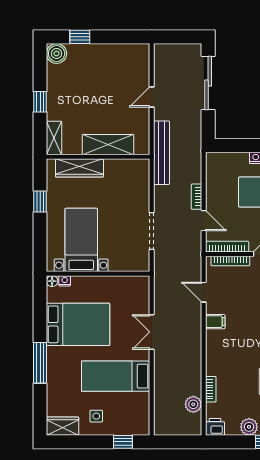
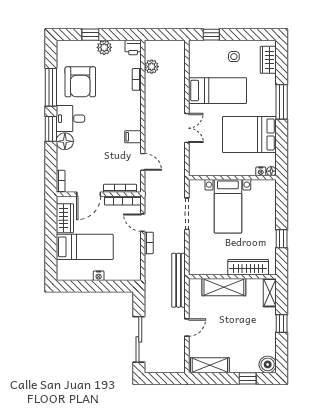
shelving: (125, 53) -> (210, 365), added
bed with nightstands: (81, 240) -> (228, 206), moved
wardrobe: (63, 426) -> (268, 60), moved, turned 90

